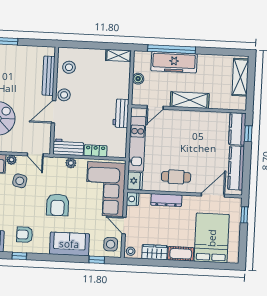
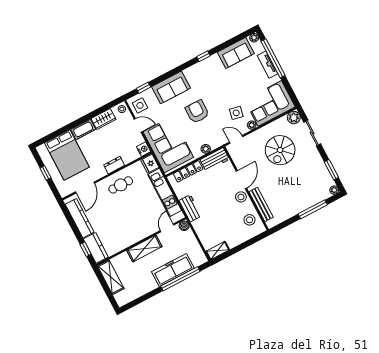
shelving: (240, 77) -> (111, 277), moved
boiler: (138, 79) -> (184, 226), moved
locker: (95, 151) -> (188, 171), width x1.53
dresser: (166, 200) -> (114, 165), width x0.70
window: (244, 215) -> (45, 173), moved
armchair: (25, 235) -> (209, 75), removed

